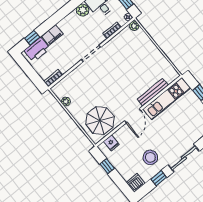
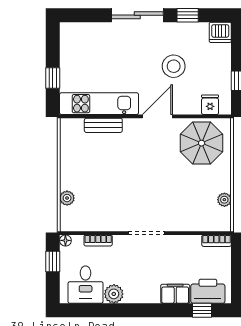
plant: (134, 26) -> (67, 198), moved
bench: (153, 92) -> (103, 125), width x0.73
stool: (150, 157) -> (174, 66), moved

